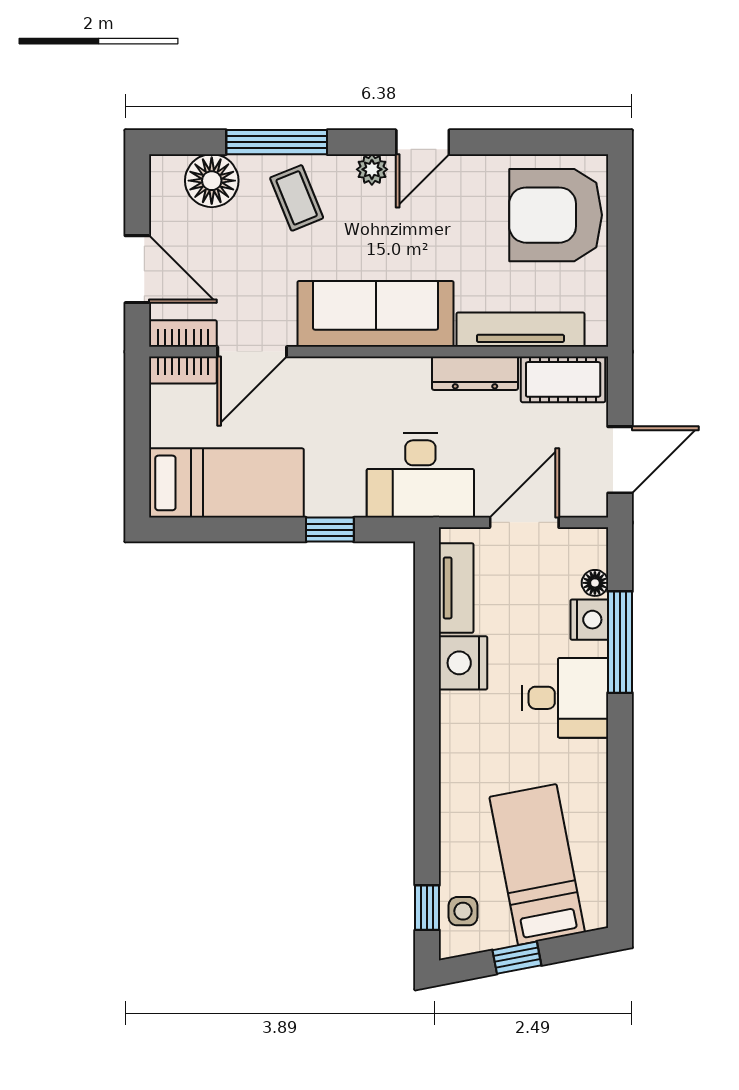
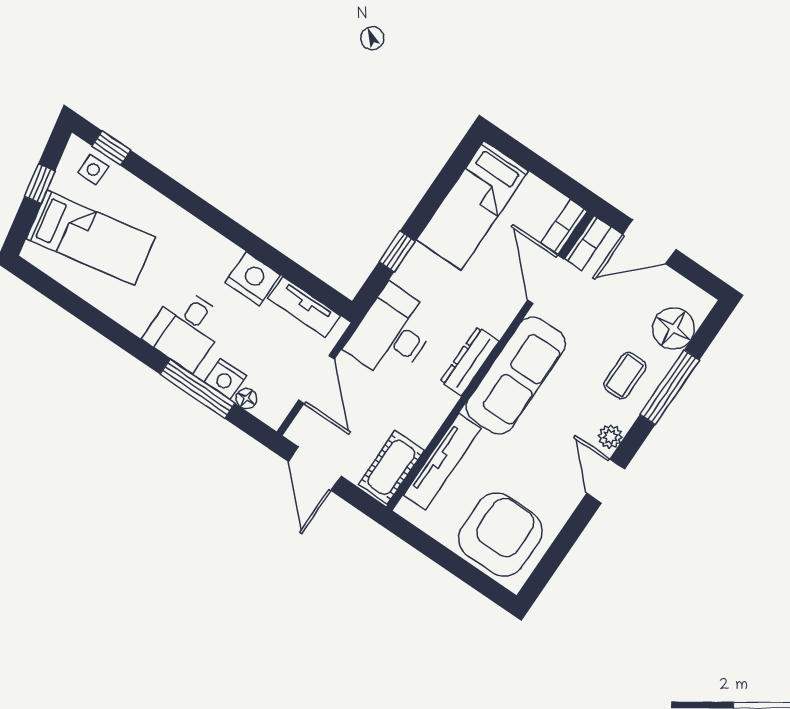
coffee table: (297, 198) -> (625, 376), turned -68
dresser: (475, 373) -> (470, 361), moved

